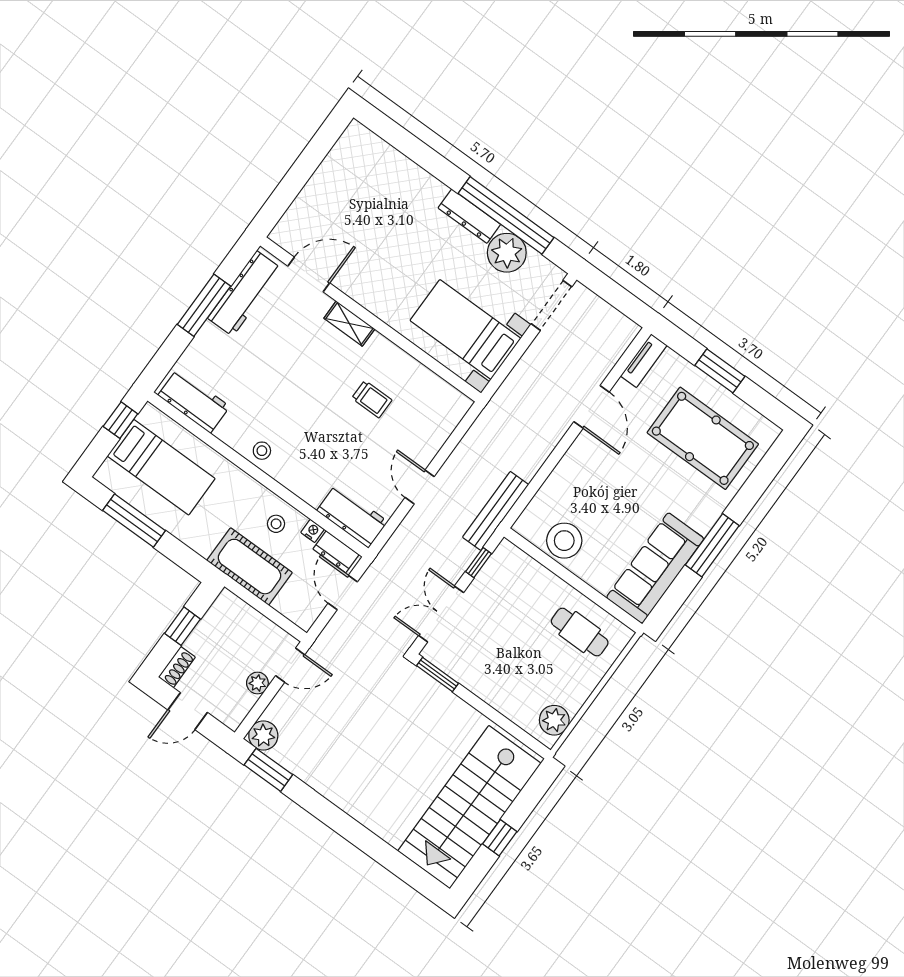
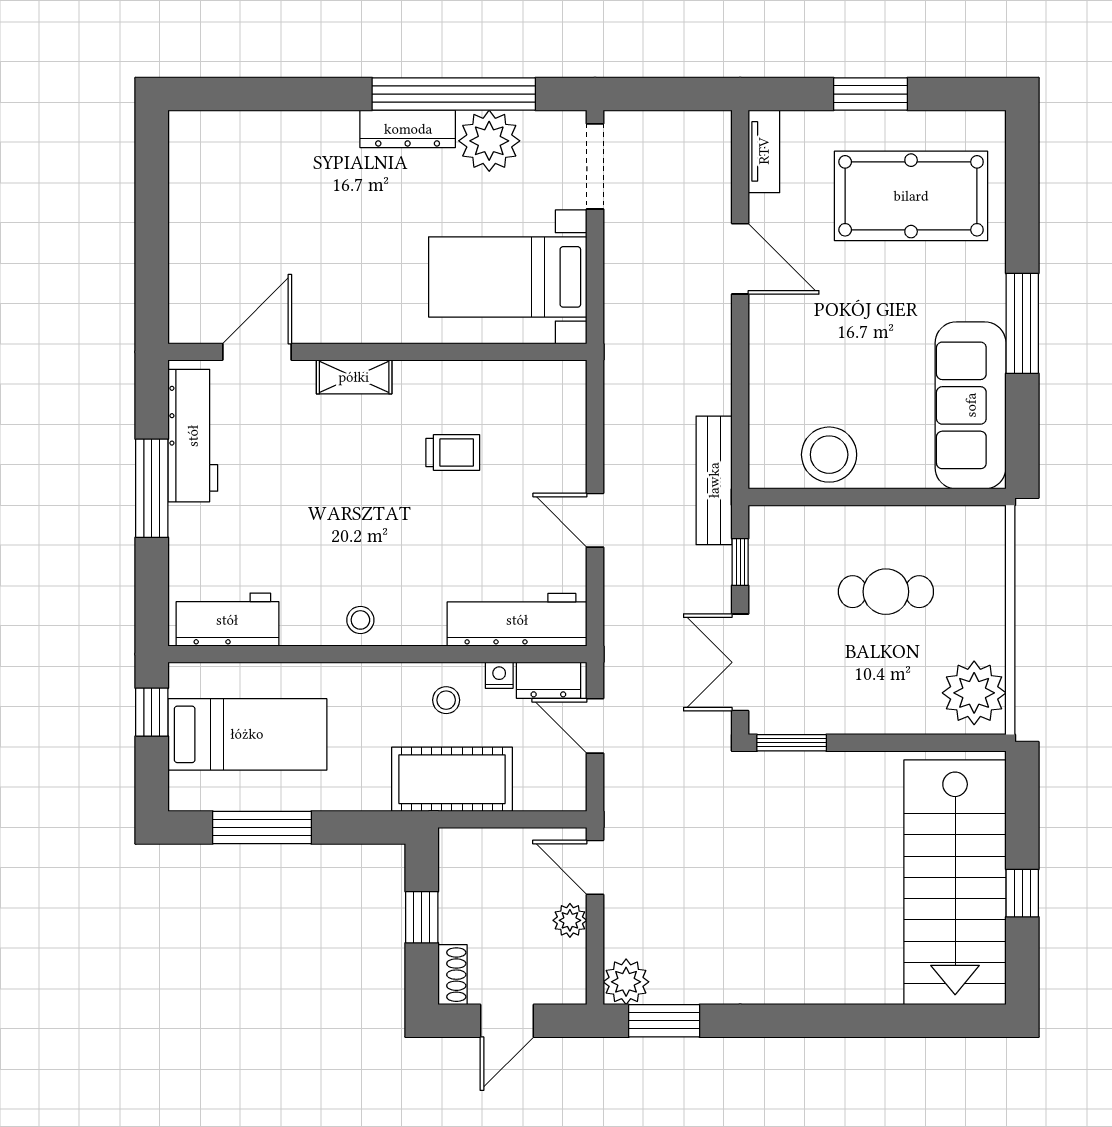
workbench: (352, 516) -> (517, 620), width x1.38
cafe table: (580, 632) -> (886, 592), moved
door: (290, 665) -> (595, 867), swing flipped
plant: (554, 720) -> (974, 693), width x1.36, depth x1.36

